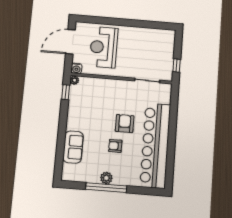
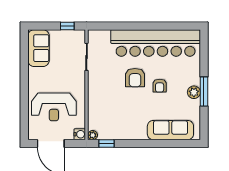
sofa: (158, 38) -> (38, 48), added
armchair: (125, 124) -> (135, 78), turned -90
sofa: (73, 147) -> (170, 130), width x1.36
window: (106, 188) -> (204, 91), width x0.68

